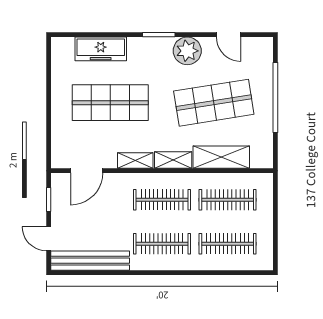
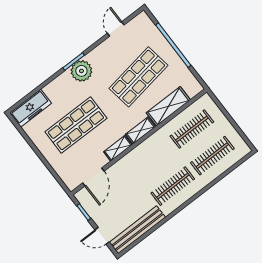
door: (228, 35) -> (116, 29), swing flipped
freezer: (101, 49) -> (31, 108), moved
plant: (187, 51) -> (81, 71), moved
clothes rail: (162, 200) -> (152, 159), removed

